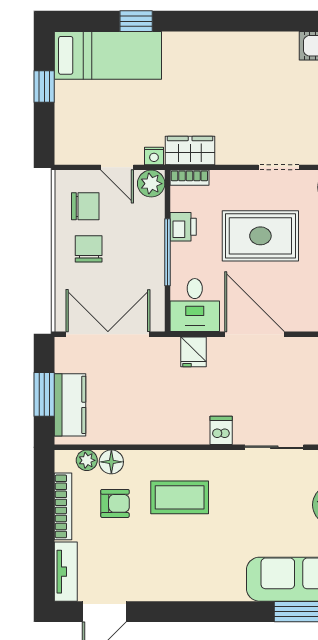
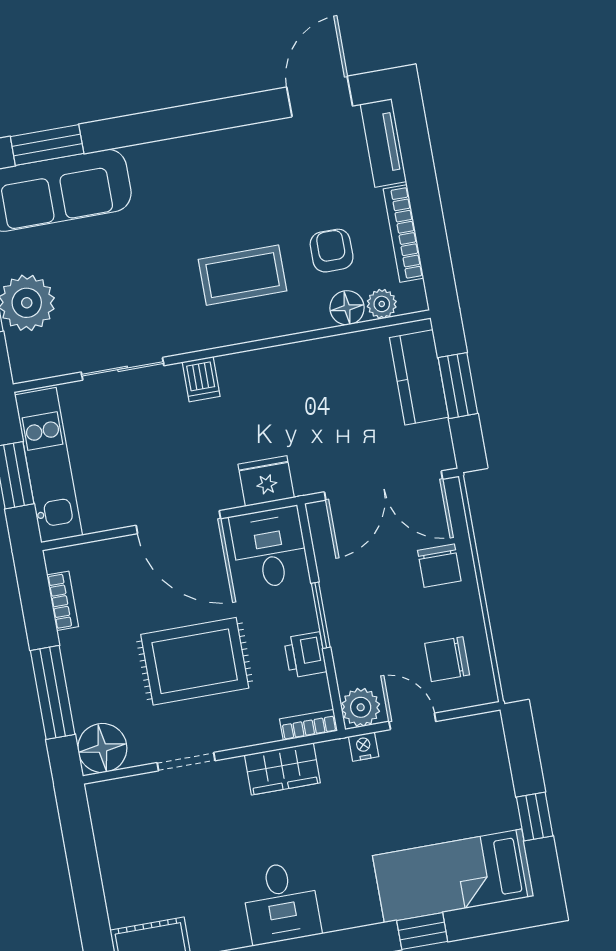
desk: (230, 58) -> (281, 903), added
wardrobe: (190, 151) -> (282, 769), moved
chair: (89, 249) -> (439, 566), moved
window: (167, 252) -> (321, 615), width x0.69
fridge: (194, 352) -> (266, 481), width x1.38
armchair: (115, 503) -> (332, 251), turned 90

